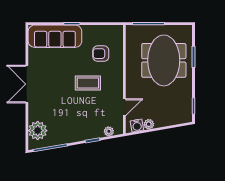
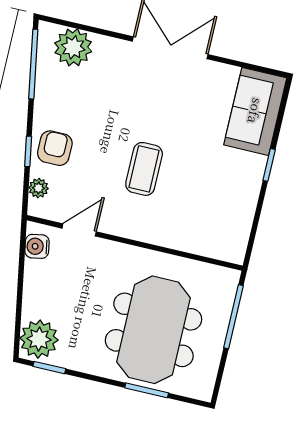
sofa: (55, 36) -> (255, 111), width x0.73
armchair: (101, 54) -> (55, 148), moved
meeting table: (164, 60) -> (153, 330), turned 90
door: (124, 107) -> (79, 230), swing flipped
plant: (149, 124) -> (39, 339), moved, width x1.88, depth x1.88

